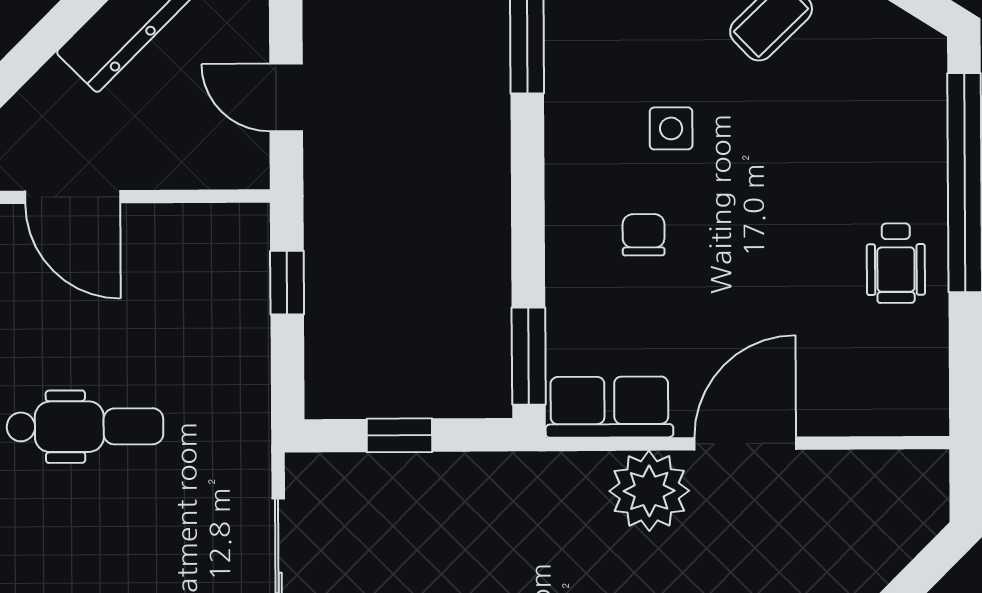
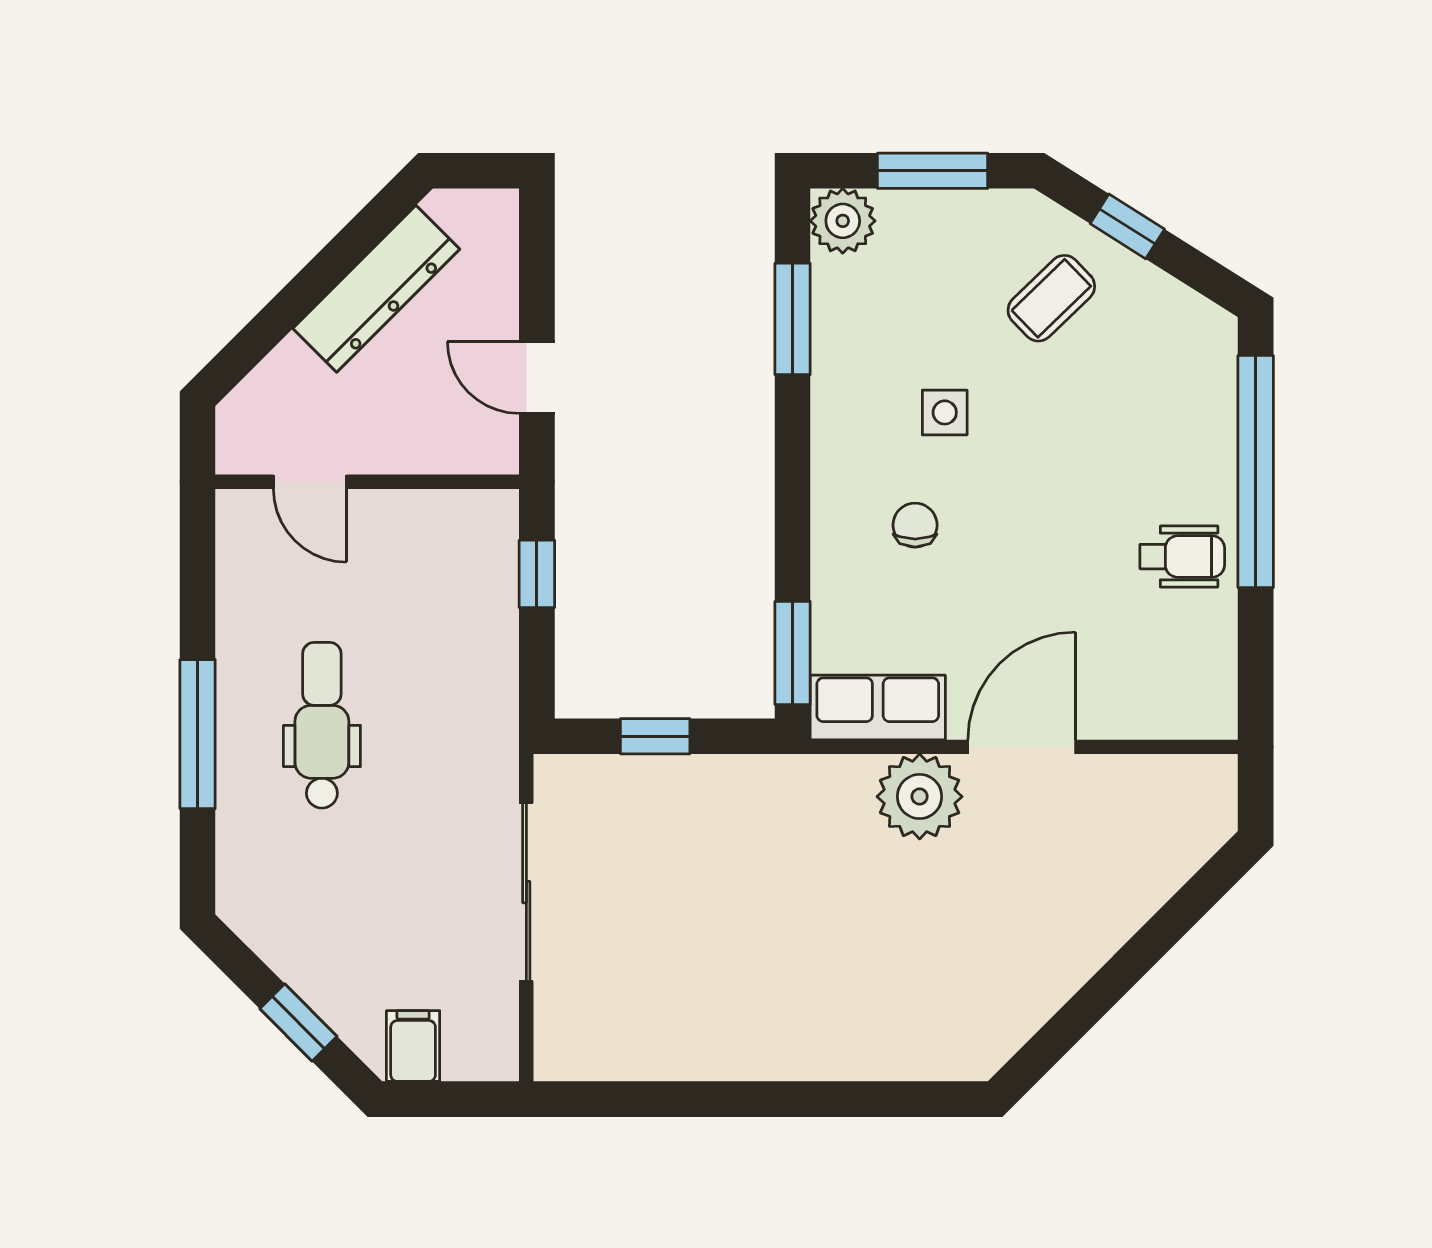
door: (73, 197) -> (310, 482), width x0.73
wheelchair: (896, 263) -> (1182, 557), turned -90
dental chair: (85, 427) -> (322, 725), turned -90

